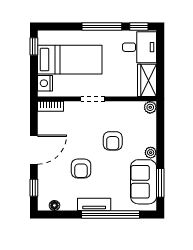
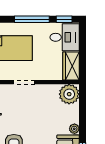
plant: (150, 107) -> (69, 94), width x1.88, depth x1.88
armchair: (113, 141) -> (41, 119), removed

